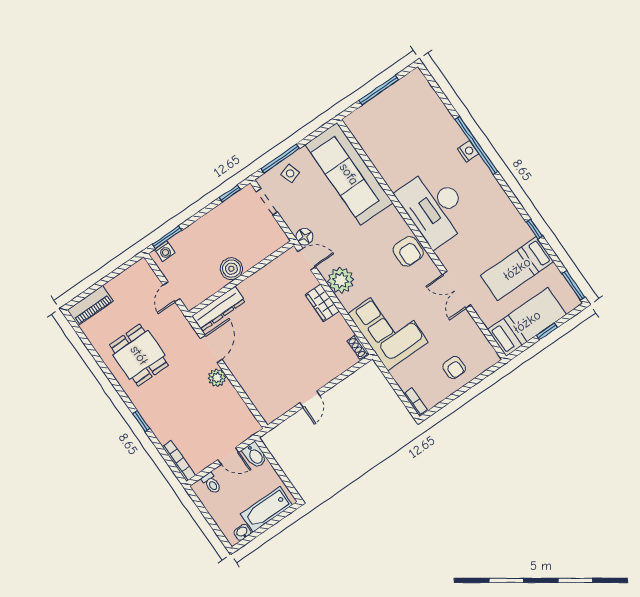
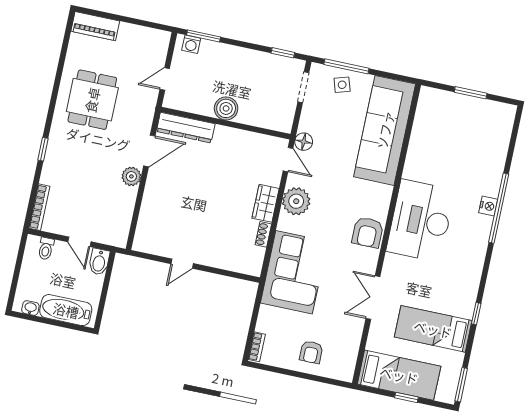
window: (379, 90) -> (471, 93), width x0.69
shoe rack: (358, 347) -> (263, 234), moved

